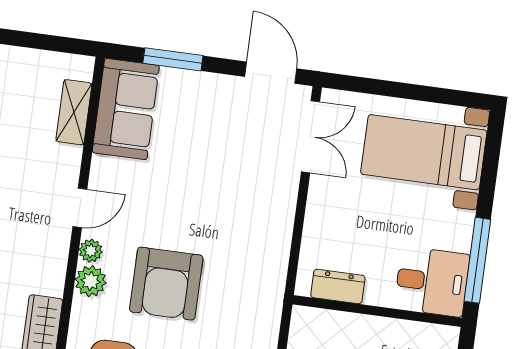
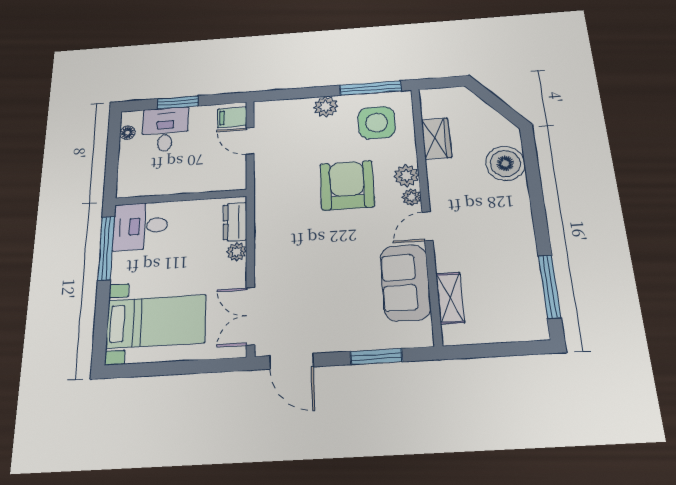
sofa: (126, 109) -> (405, 282), moved
plant: (316, 222) -> (237, 252), added
dresser: (338, 286) -> (235, 222), moved, turned 90

